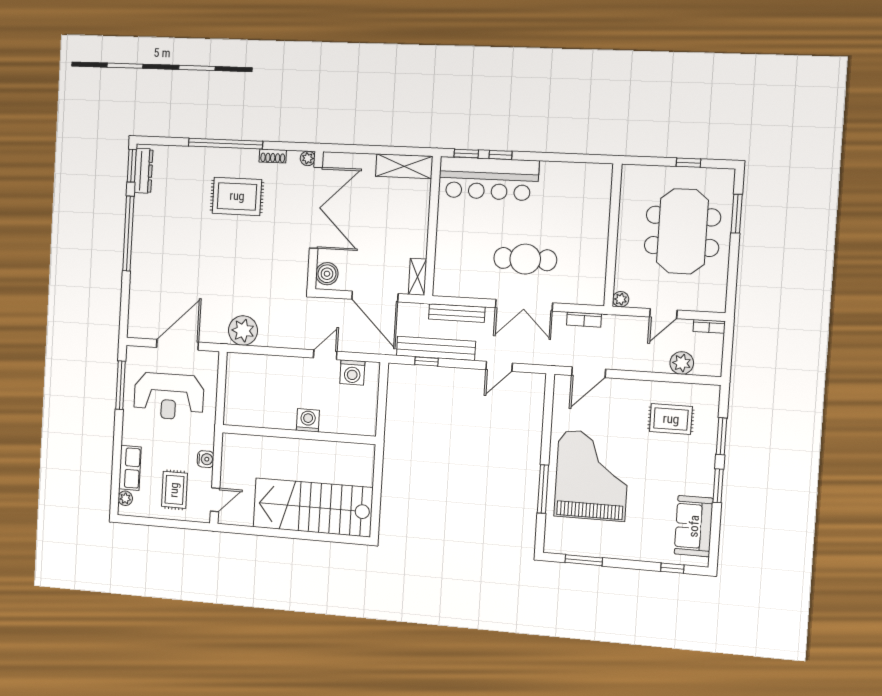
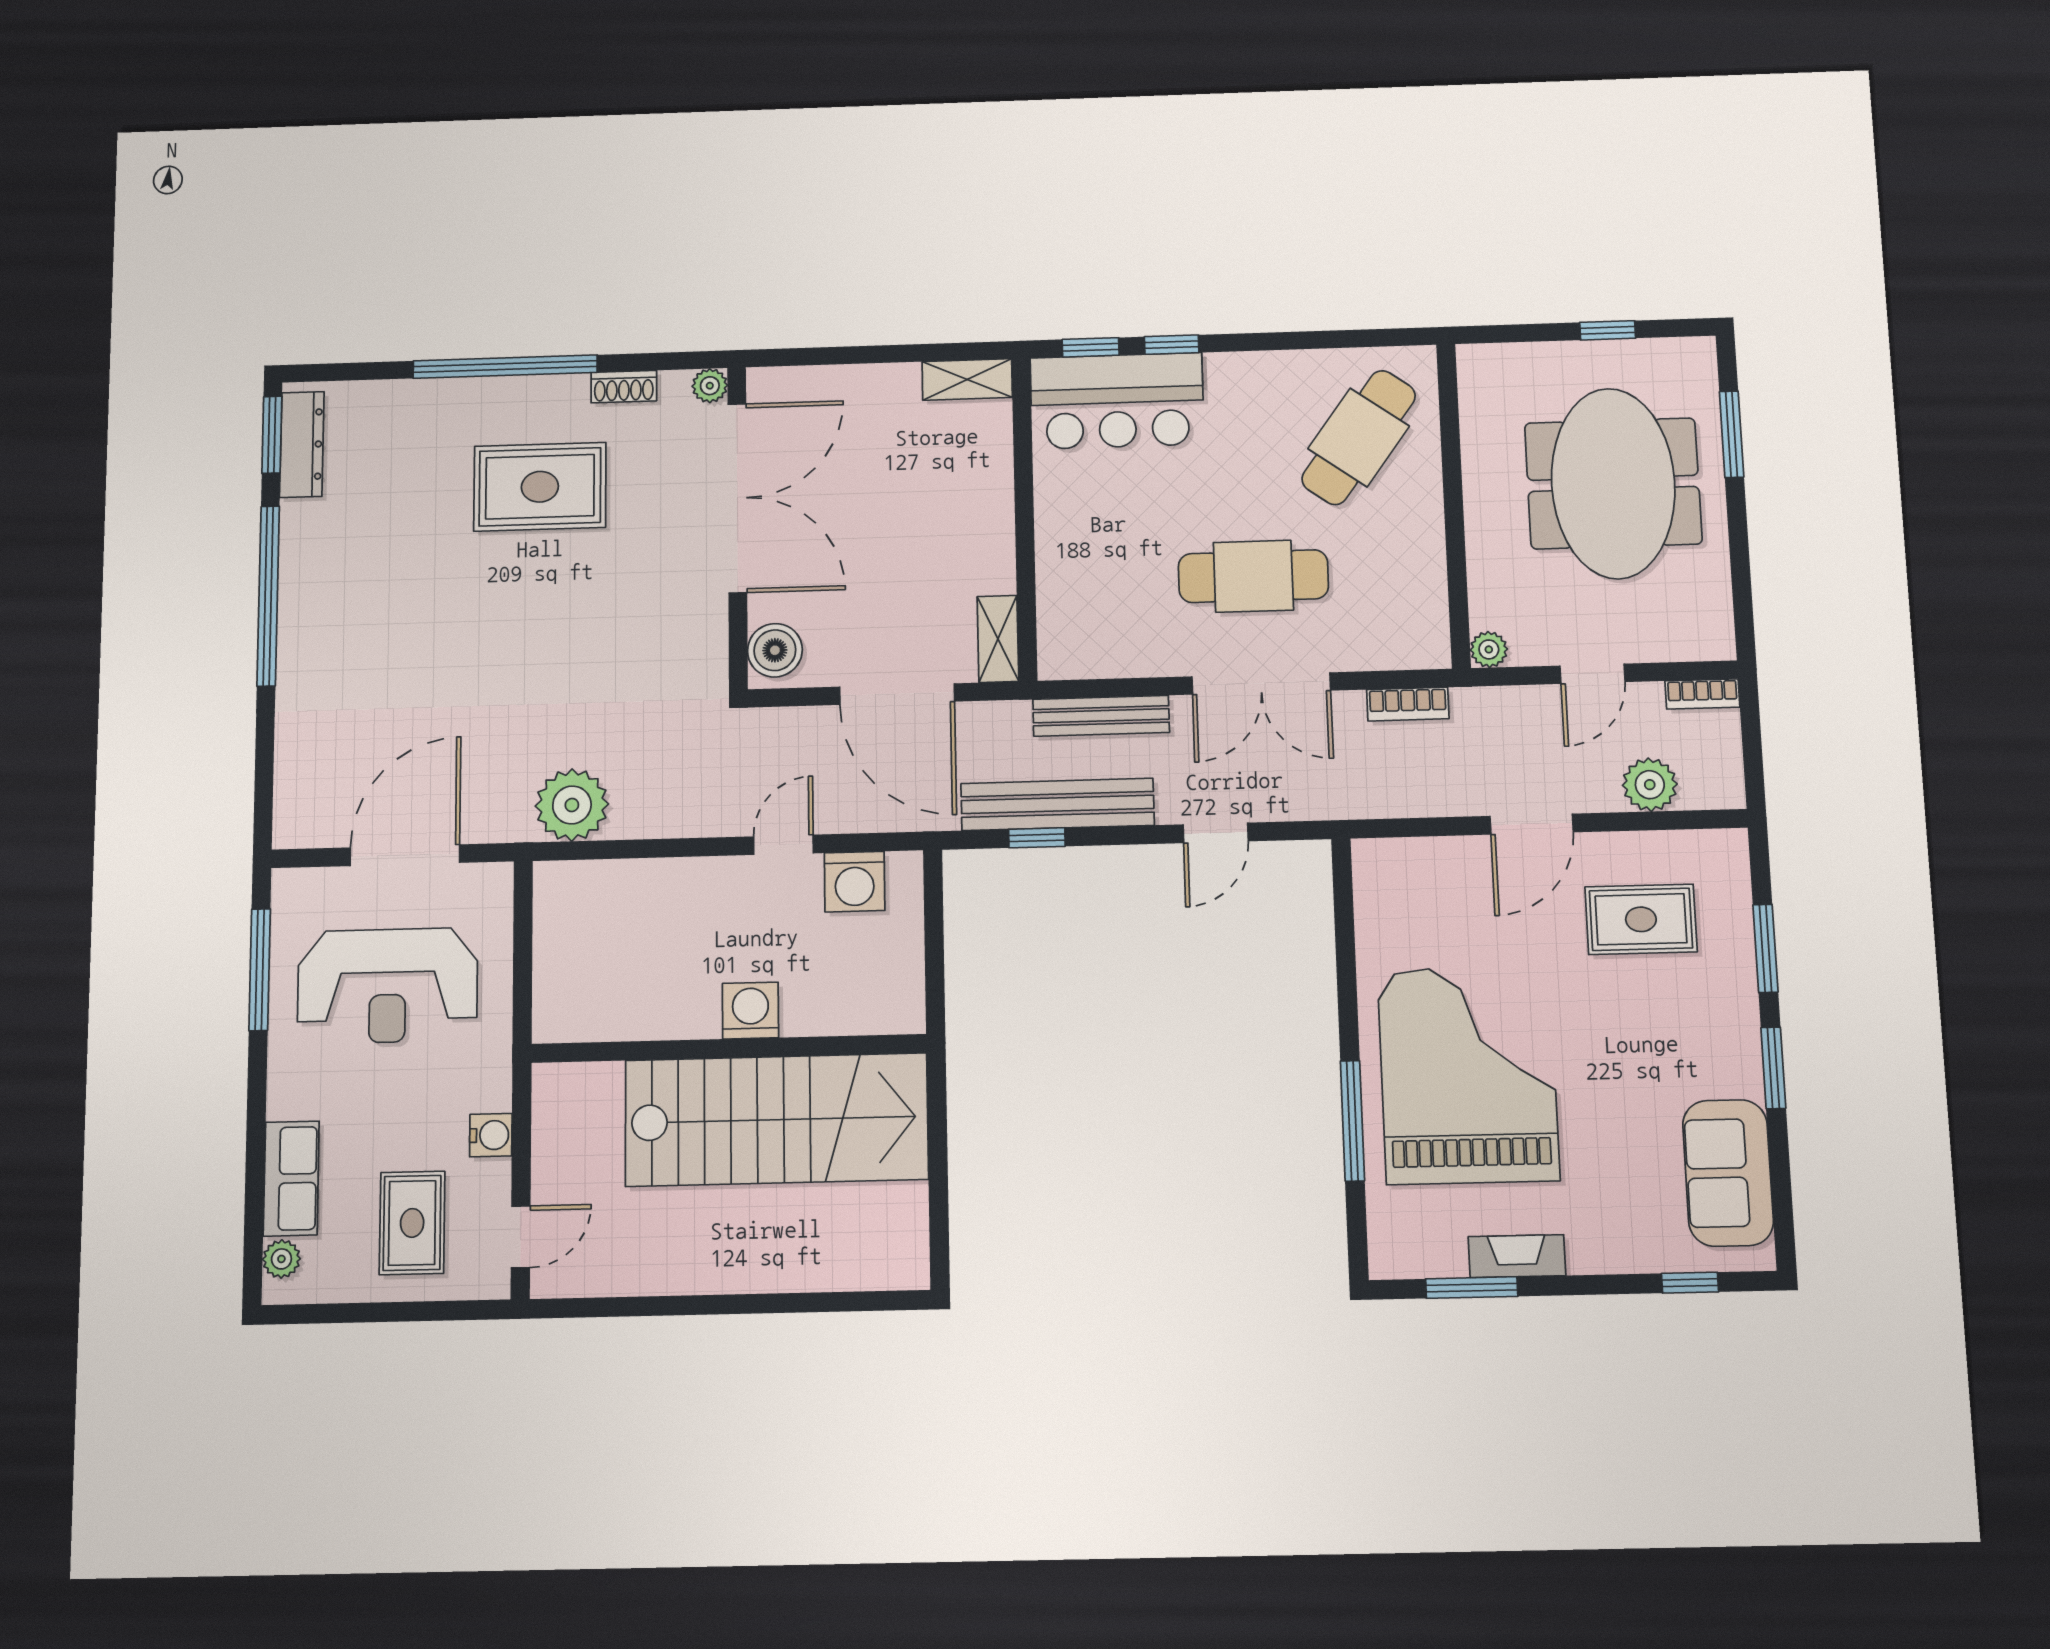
shelving: (404, 166) -> (967, 379), width x0.67, depth x0.75
bar counter: (488, 179) -> (1117, 401), width x0.73
cafe table: (576, 202) -> (1359, 437), added
door: (589, 372) -> (1532, 824), moved
stairs: (313, 507) -> (776, 1120), moved, turned 180
fireplace: (603, 550) -> (1517, 1256), added

